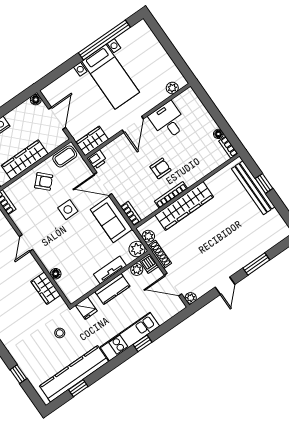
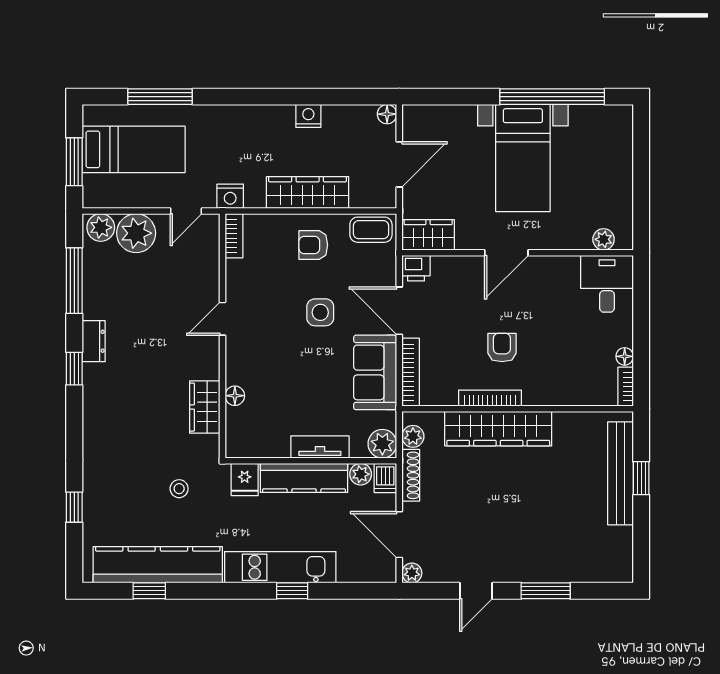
desk: (168, 121) -> (607, 284), moved
armchair: (161, 168) -> (502, 348), turned -90
armchair: (44, 181) -> (313, 245), turned 135
bookcase: (131, 214) -> (411, 372), width x1.56
kitchen counter: (112, 289) -> (304, 478), width x1.50

